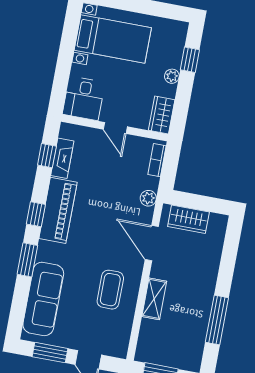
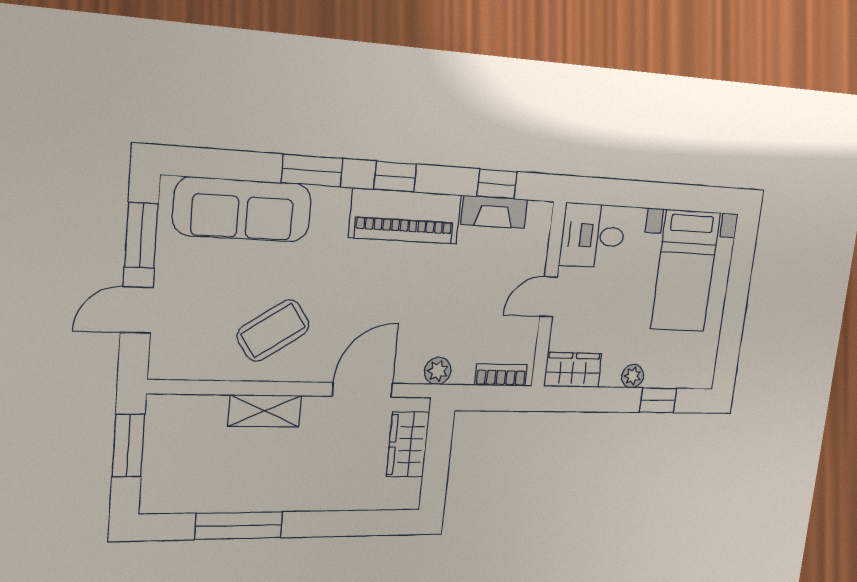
coffee table: (110, 290) -> (273, 330), turned -34

